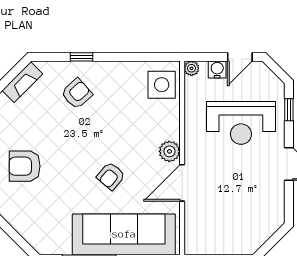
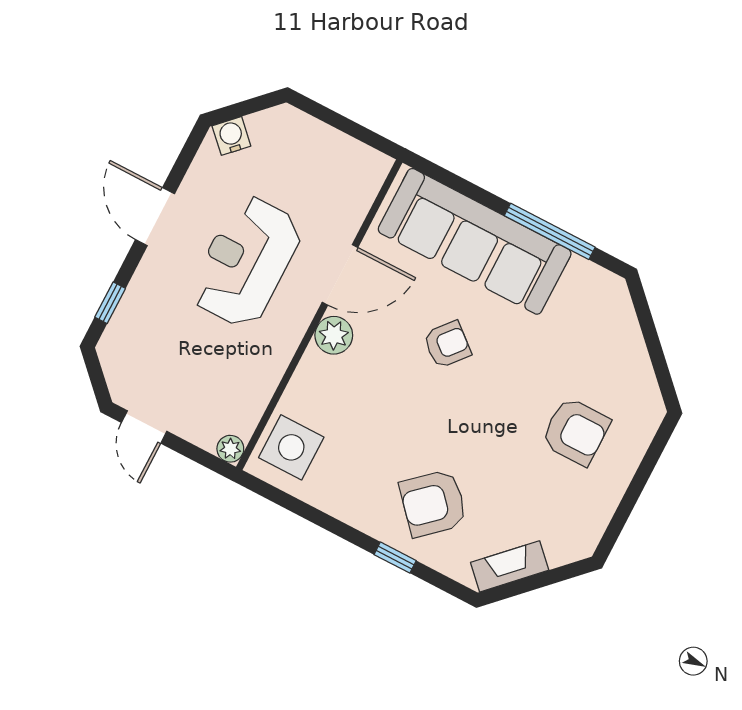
door: (240, 57) -> (144, 427), swing flipped
water cooler: (217, 70) -> (231, 136), moved, turned 135
armchair: (77, 94) -> (433, 503), width x1.38, depth x1.38
reception desk: (241, 123) -> (246, 261), moved, turned -90

